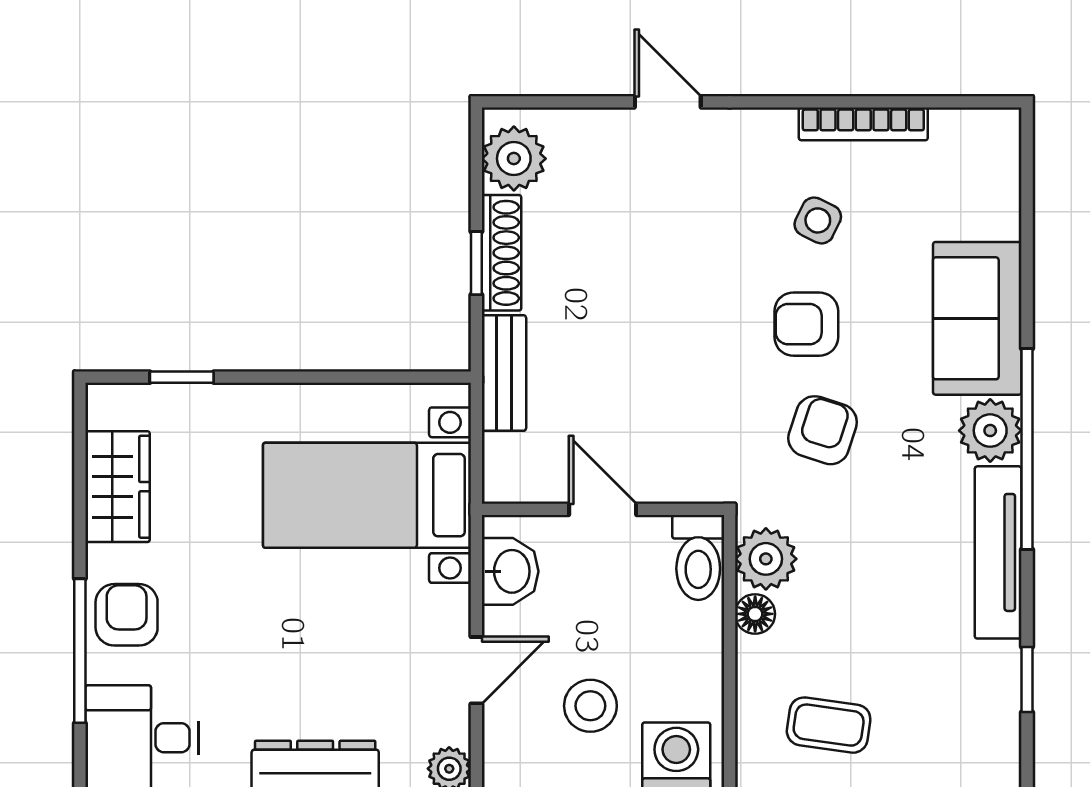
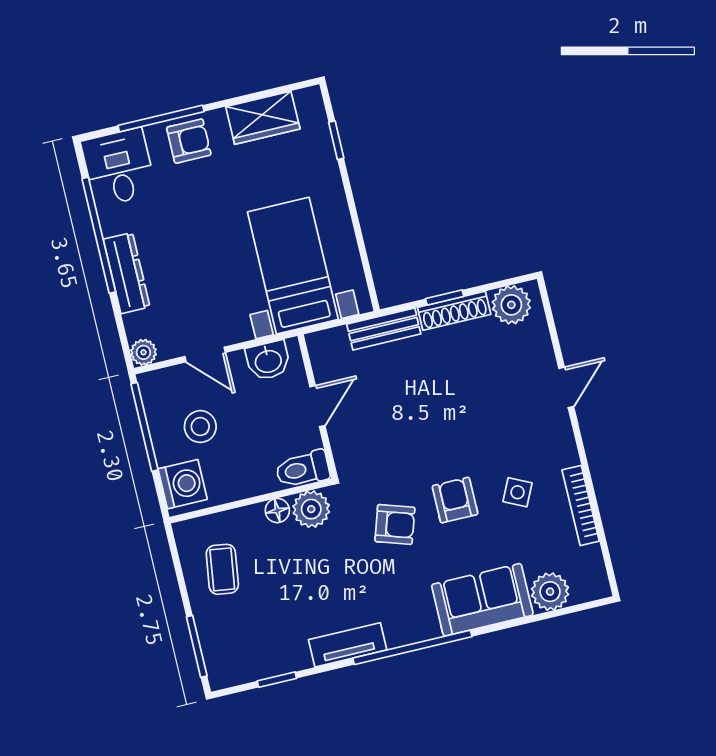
plant: (990, 431) -> (550, 592), moved
tv unit: (998, 552) -> (348, 645), width x0.71

